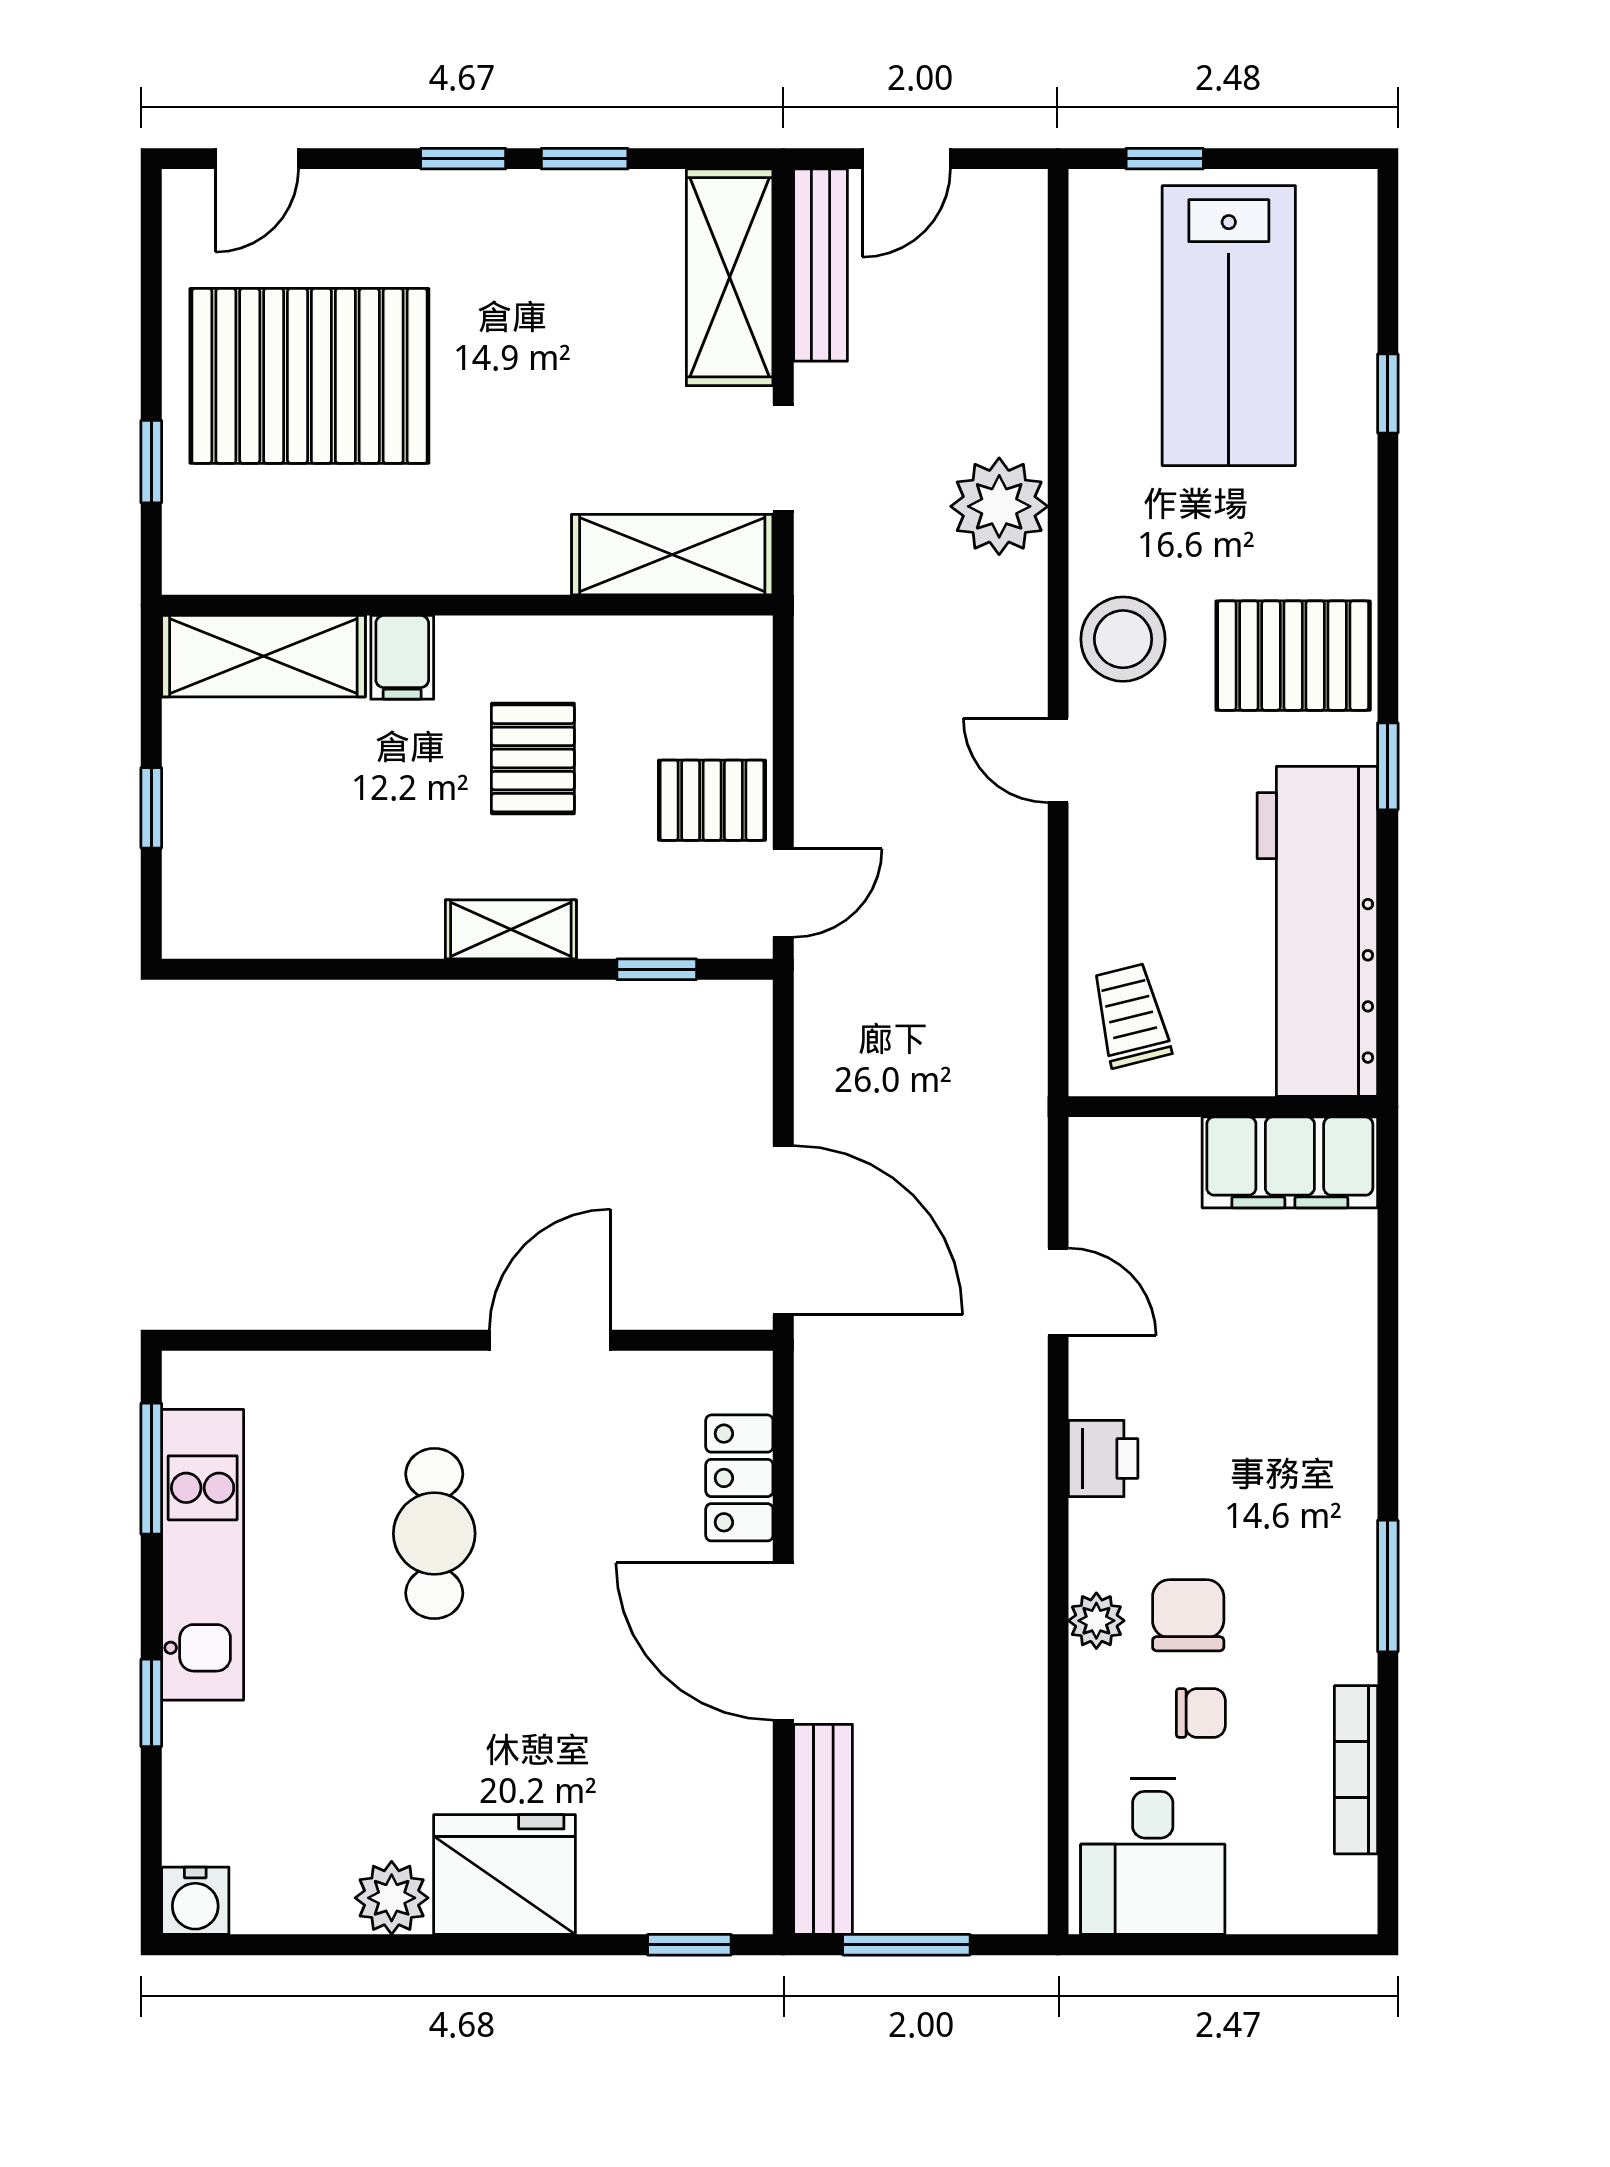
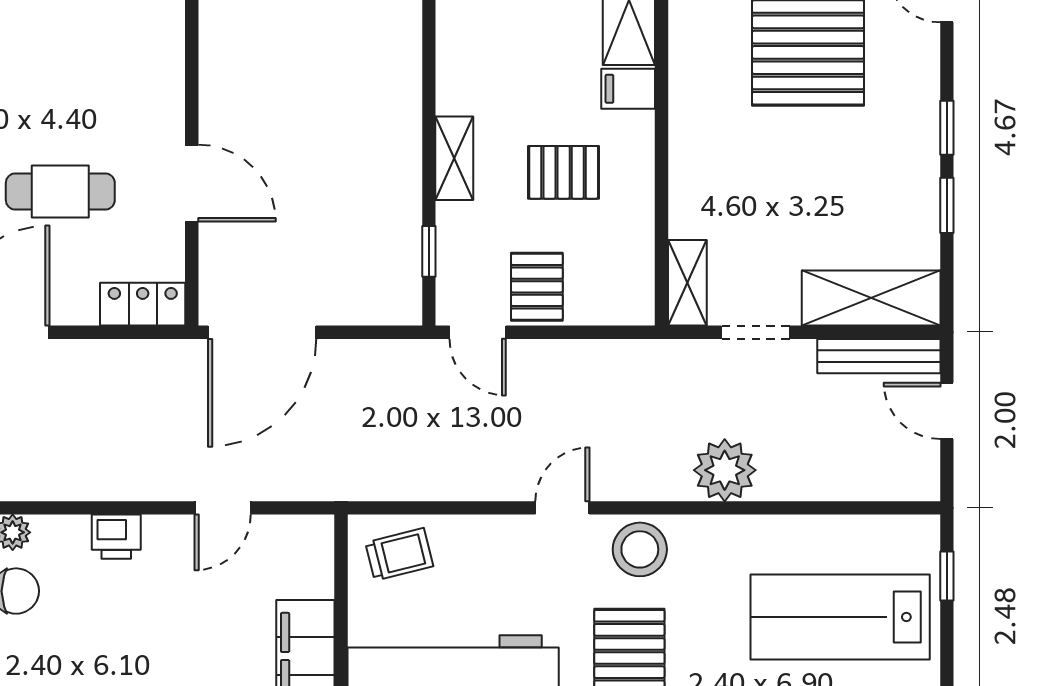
shelving: (672, 555) -> (687, 283), width x0.67, depth x0.75
locker: (739, 1478) -> (143, 304), moved
cafe table: (434, 1534) -> (60, 191), moved

